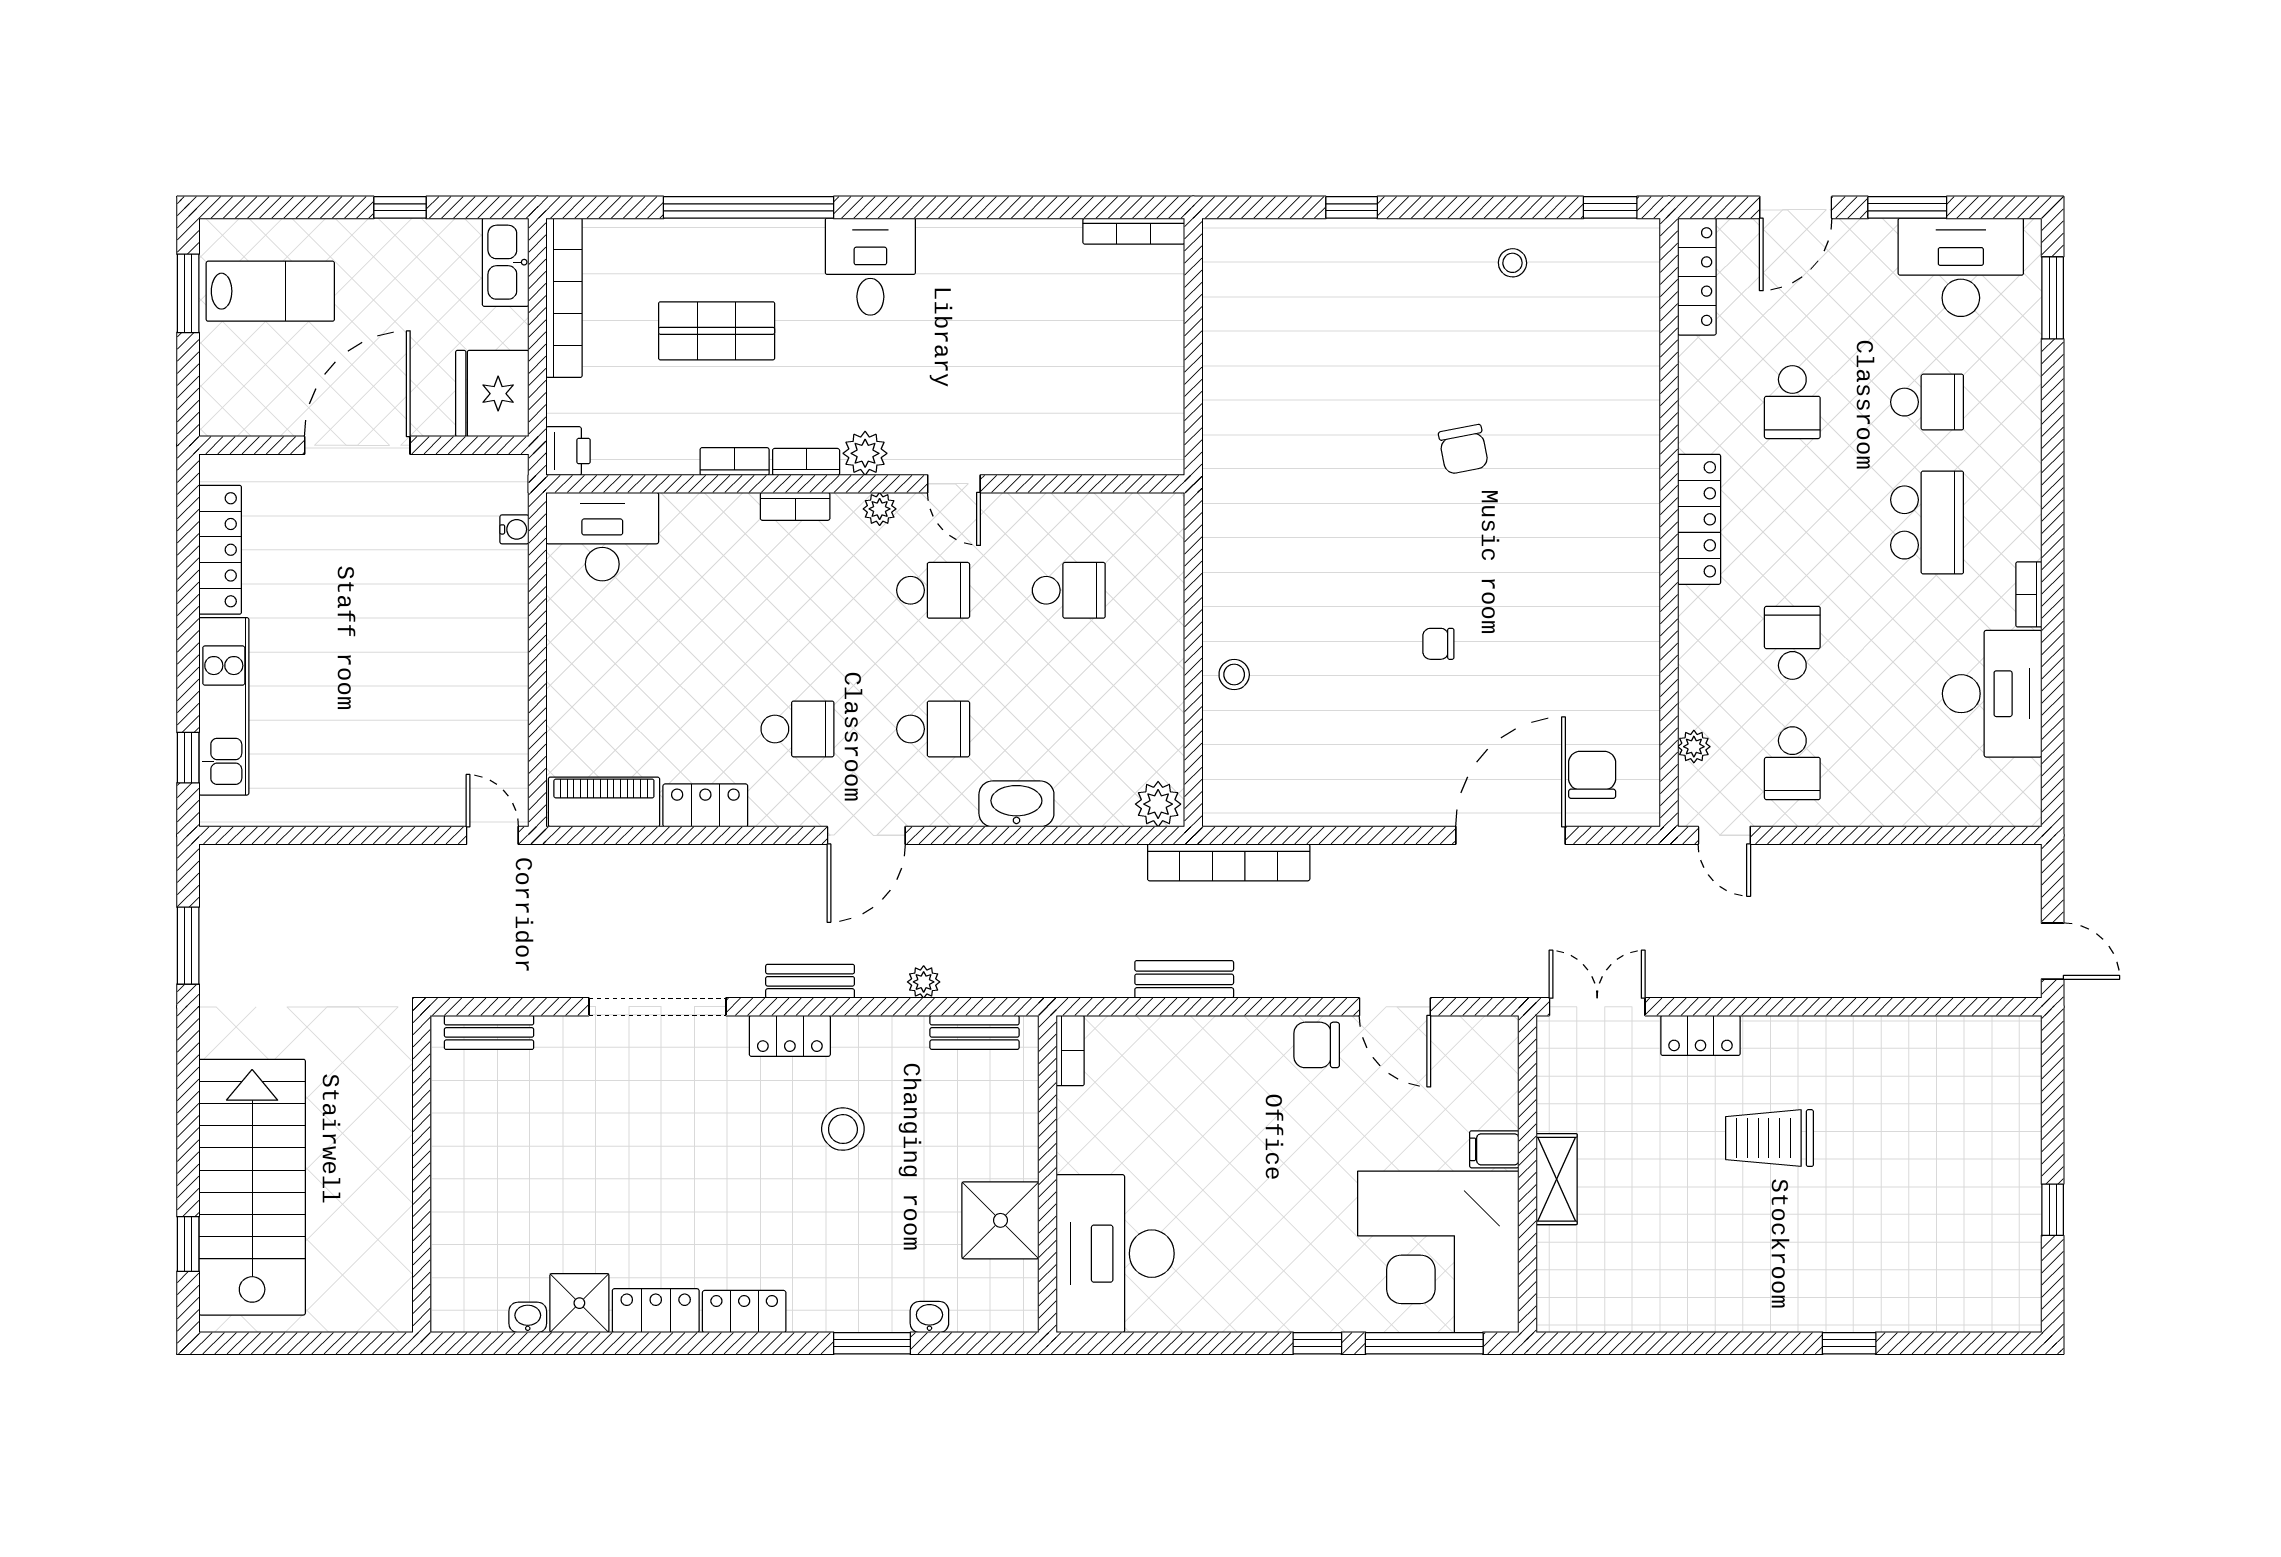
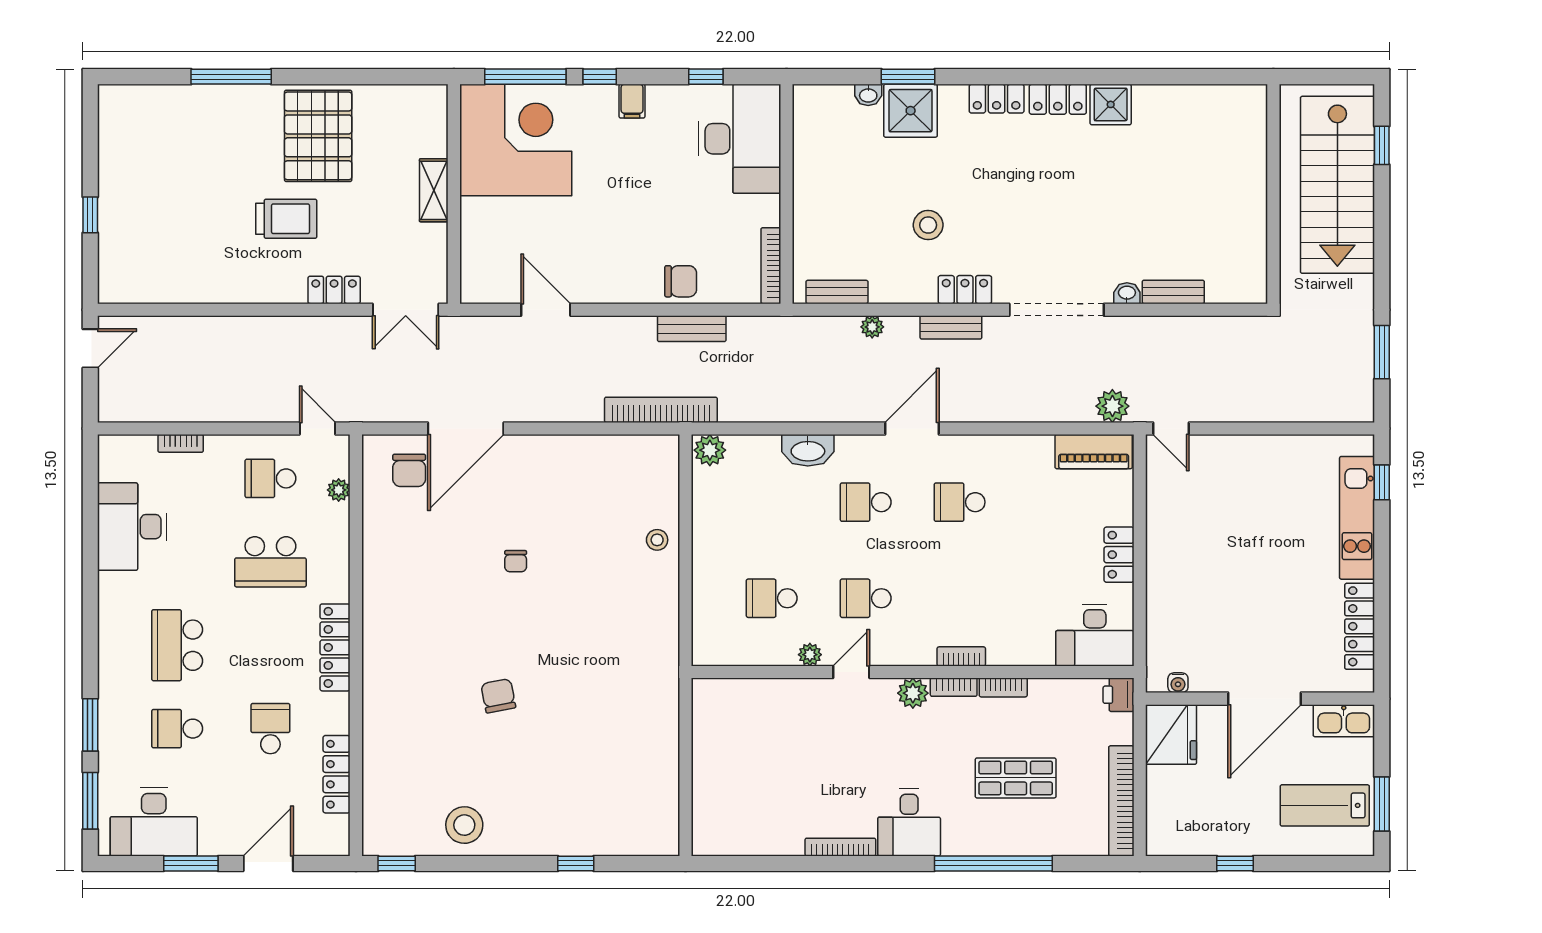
bookcase: (1134, 231) -> (840, 847), moved
kitchen sink: (506, 262) -> (1344, 721), moved, turned 90
stool: (1512, 263) -> (464, 825), width x1.89, depth x1.89
locker: (1697, 277) -> (337, 774), moved
window: (2053, 407) -> (90, 725), added
door: (954, 484) -> (851, 672), hinge flipped
plant: (880, 509) -> (810, 655), moved
water cooler: (514, 529) -> (1178, 683), moved, turned -90
bookcase: (2029, 594) -> (181, 443), moved, turned 90
school desk: (1792, 643) -> (270, 562), width x1.85
chair: (1438, 644) -> (516, 561), turned 90
school desk: (1792, 763) -> (270, 478), turned -90
locker: (705, 805) -> (1119, 555), moved, turned 90
plant: (577, 868) -> (1112, 406), added
door: (2053, 951) -> (90, 348), swing flipped
chair: (1317, 1045) -> (681, 281), moved
bookcase: (1070, 1051) -> (771, 266), width x1.56
filing cabinet: (1494, 1149) -> (632, 101), moved, turned 90
wall: (422, 1174) -> (1273, 194), moved
window: (2053, 1210) -> (90, 215), moved
shower: (1000, 1220) -> (911, 111), moved
pallet: (1724, 1258) -> (318, 136), added
washbasin: (528, 1317) -> (1127, 293), moved, turned 180
window: (1164, 1343) -> (706, 77), added
window: (1849, 1343) -> (231, 77), width x2.17

